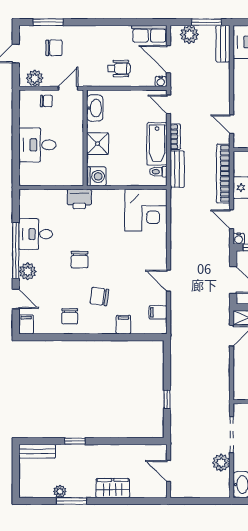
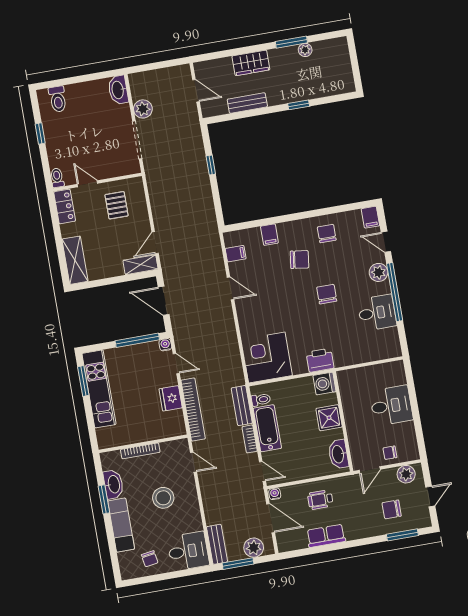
row of seats: (149, 34) -> (326, 536), moved
printer: (79, 199) -> (320, 360), moved
bench: (37, 451) -> (247, 103), moved

